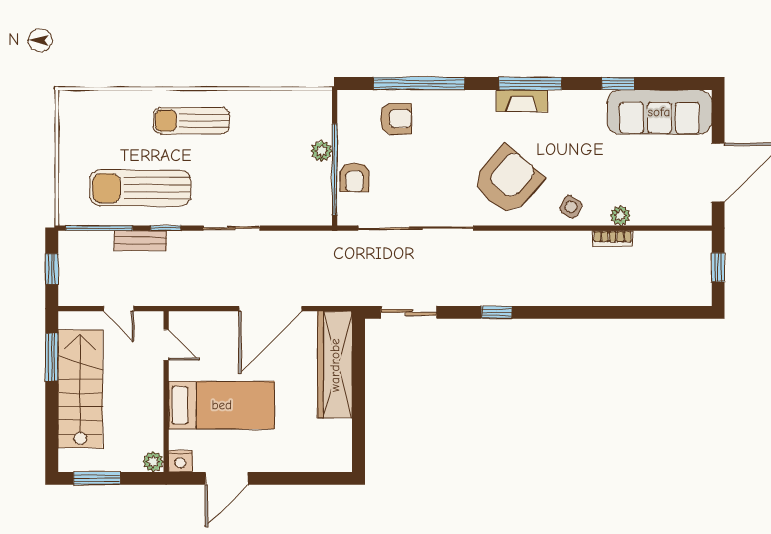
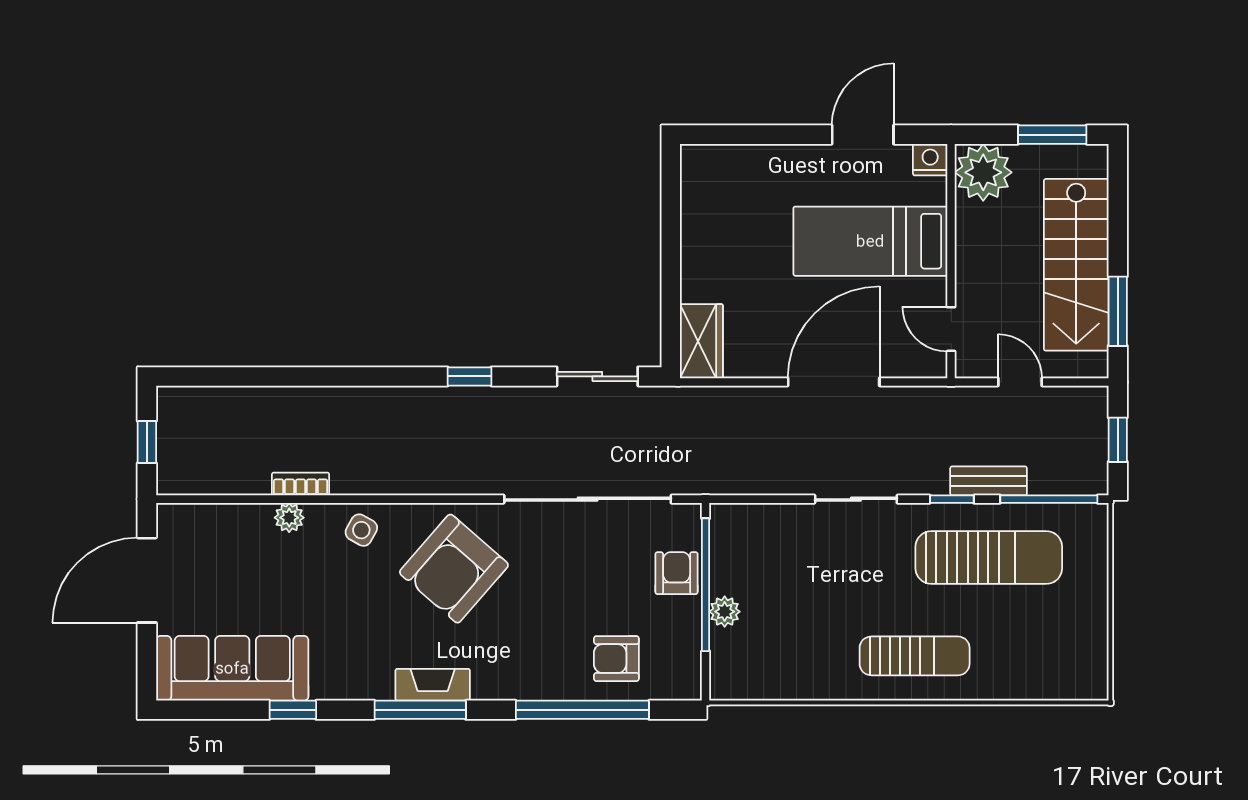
door: (271, 309) -> (834, 382), moved
wardrobe: (335, 365) -> (701, 341), width x0.48, depth x0.85
plant: (153, 462) -> (983, 172), width x1.88, depth x1.88

